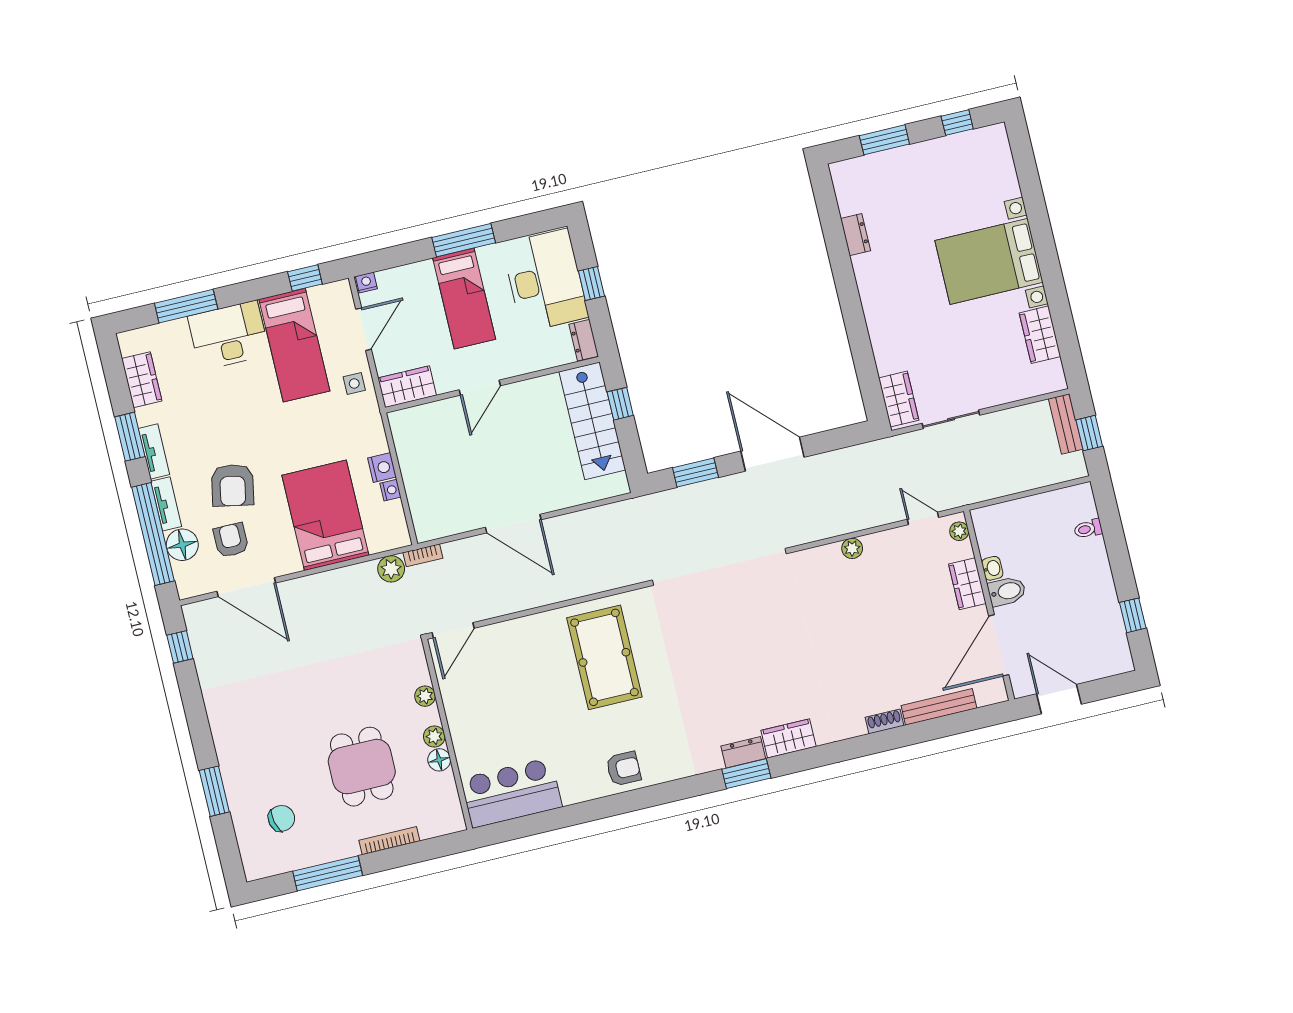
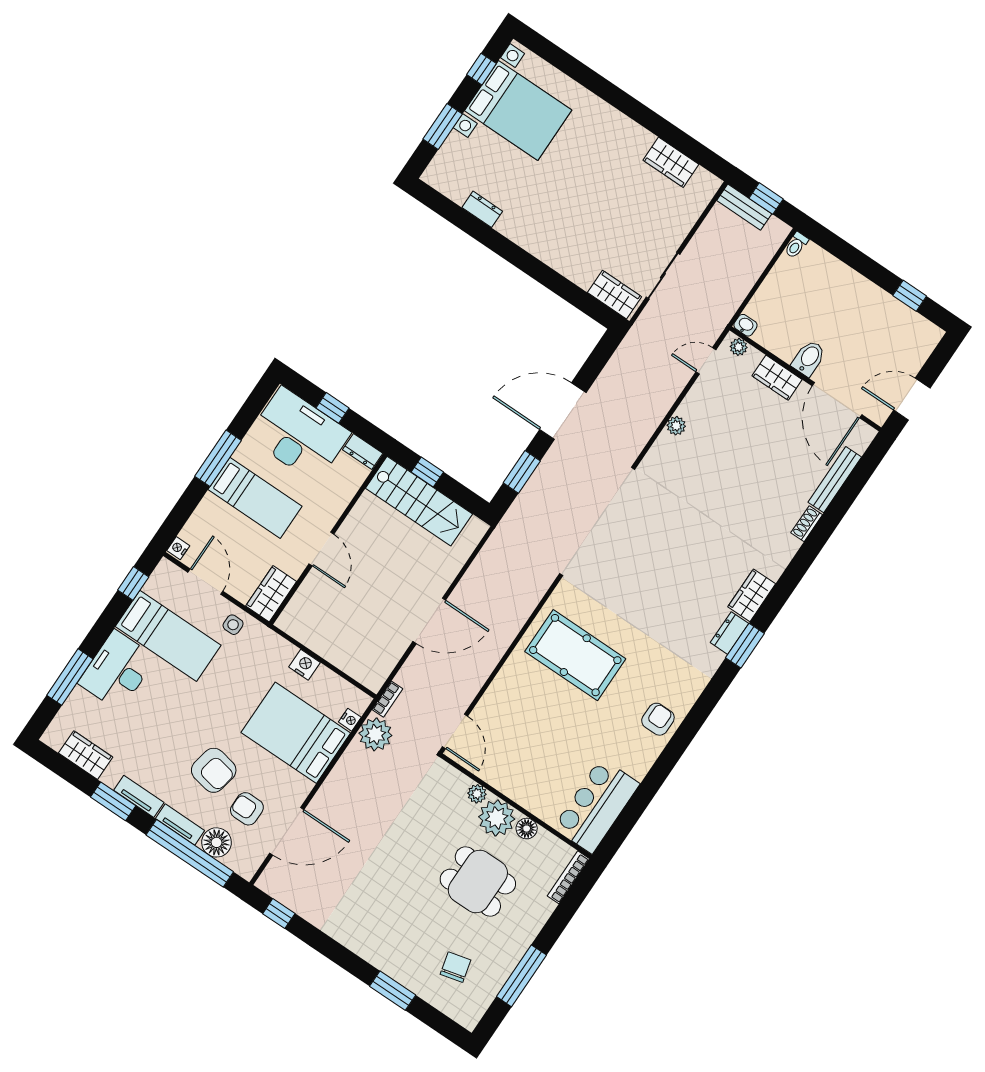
bed with nightstands: (989, 261) -> (518, 110), moved, turned -90
nightstand: (390, 490) -> (350, 720), moved, turned 90
toilet: (1088, 529) -> (796, 245), moved
washbasin: (992, 568) -> (745, 325), moved
plant: (391, 569) -> (375, 734), width x1.36, depth x1.36
plant: (434, 736) -> (497, 818), width x1.87, depth x1.87
bookcase: (389, 841) -> (568, 877), moved

